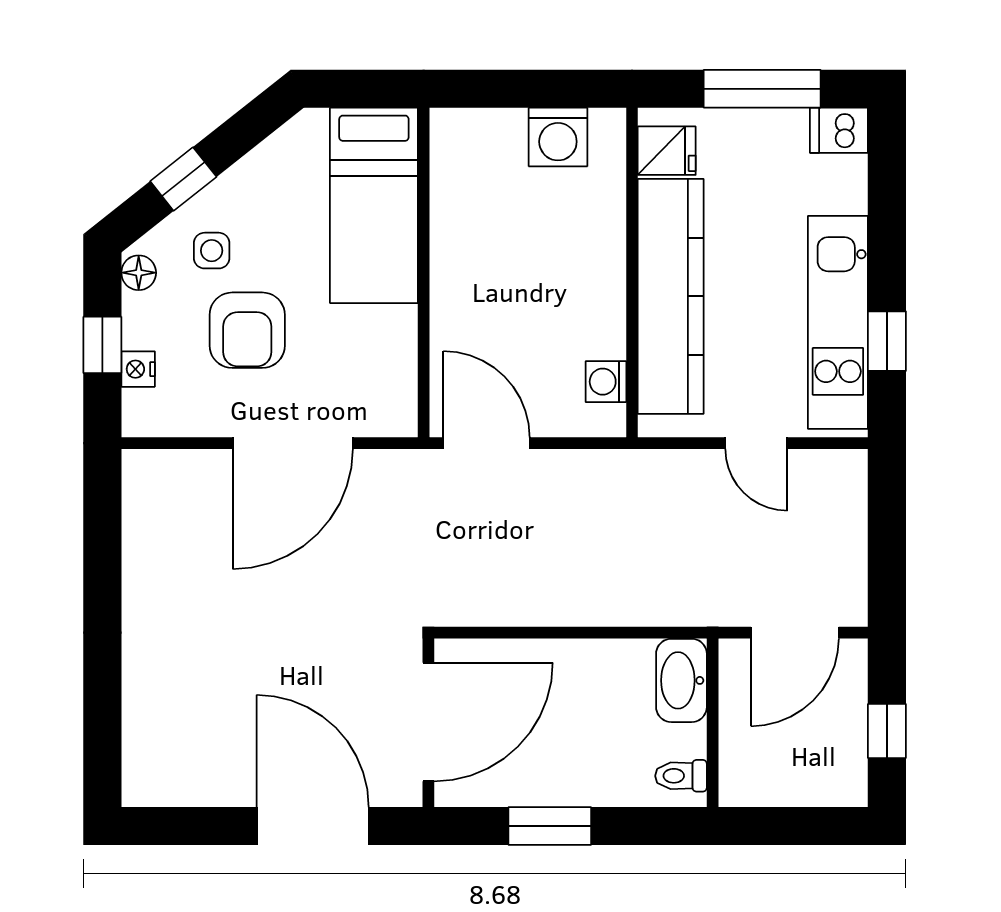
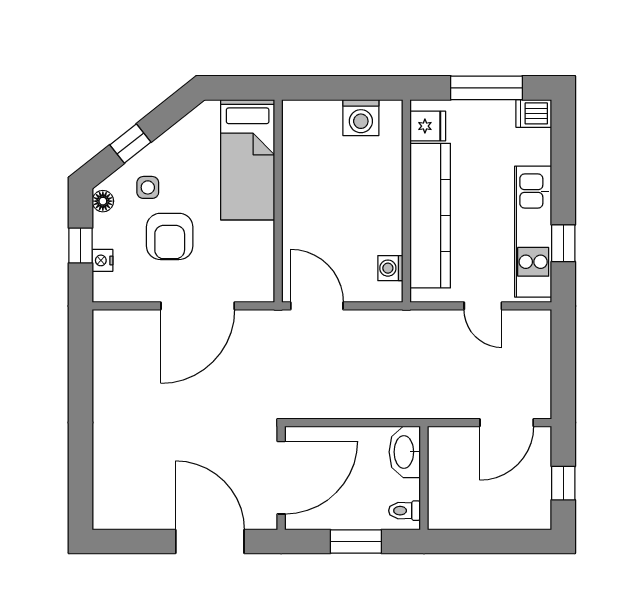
washbasin: (681, 680) -> (405, 452), moved
wall: (713, 723) -> (424, 478), moved
toilet: (681, 776) -> (405, 511), moved

